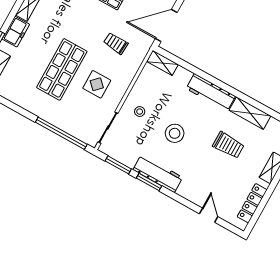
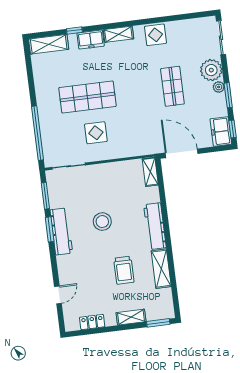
trolley: (116, 43) -> (139, 124), removed
stool: (140, 112) -> (99, 182), removed
locker: (252, 203) -> (92, 322), width x0.66

